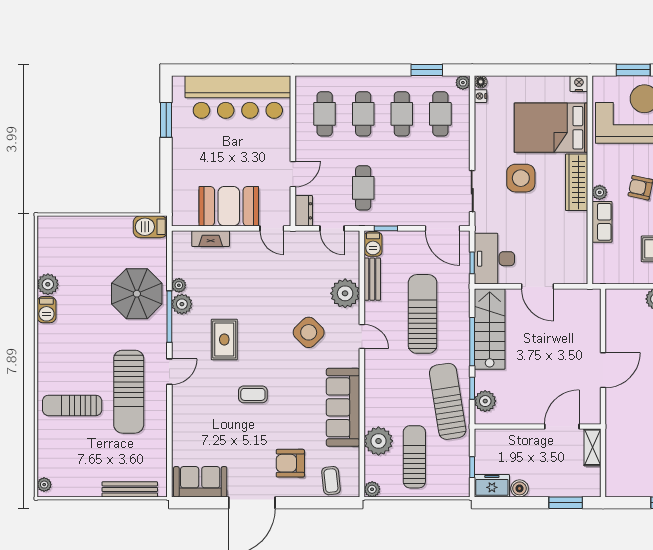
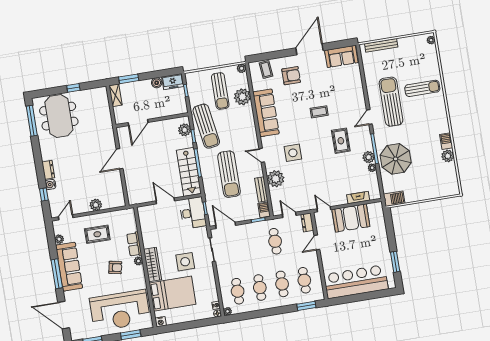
window: (427, 70) -> (306, 306), moved
side table: (309, 332) -> (293, 153), turned 45
shelving: (592, 447) -> (116, 95), moved

